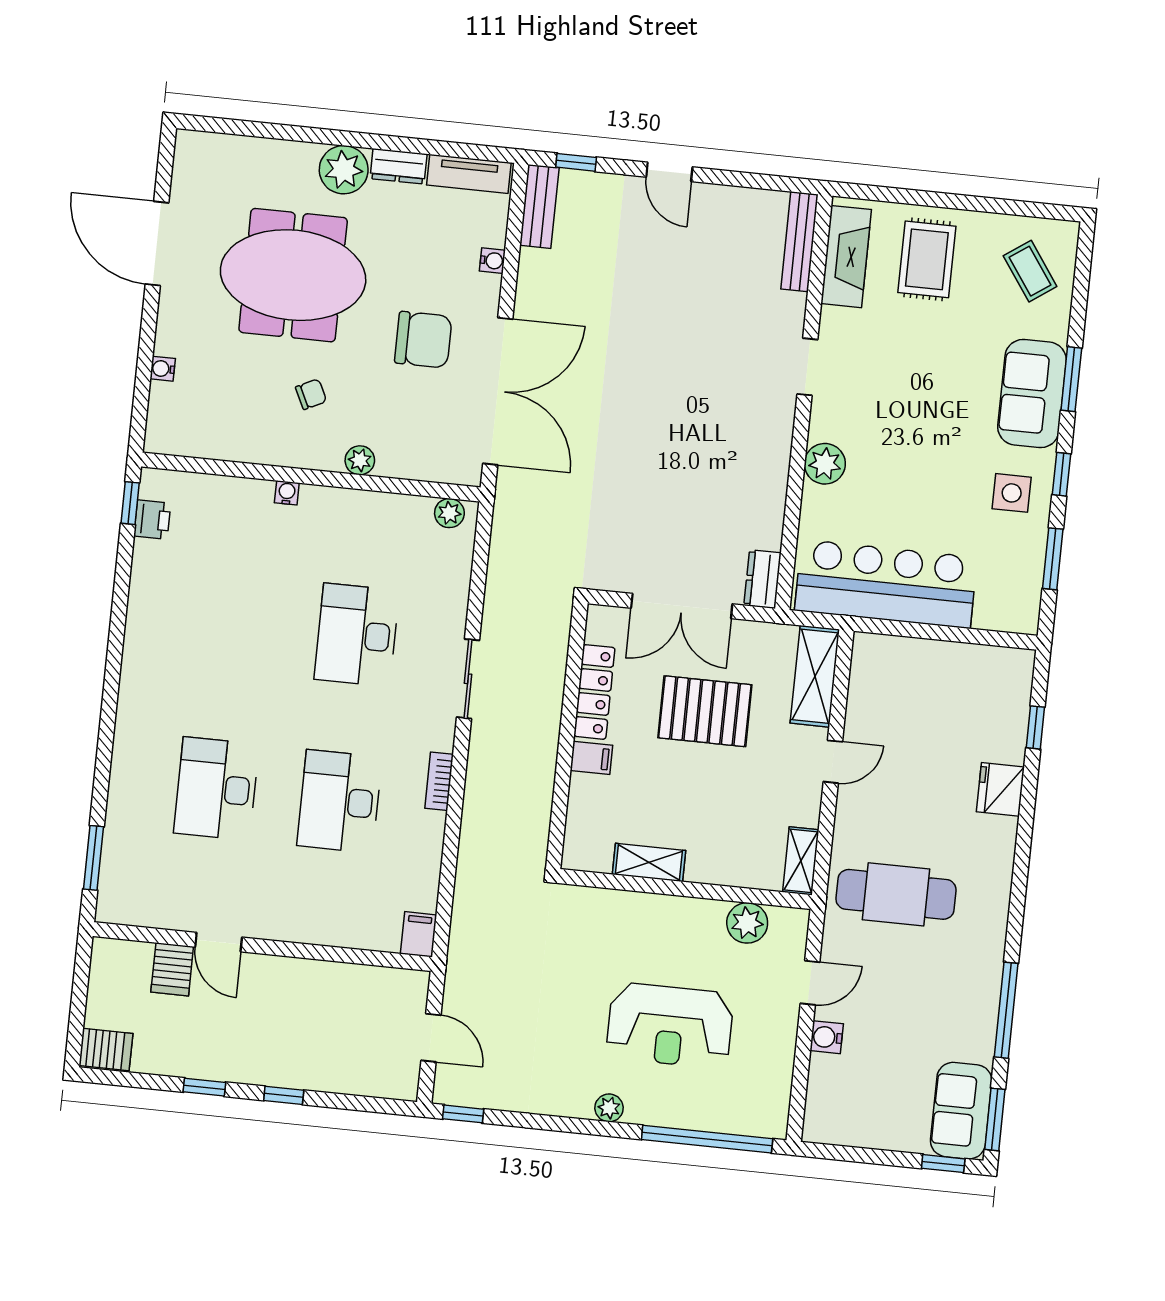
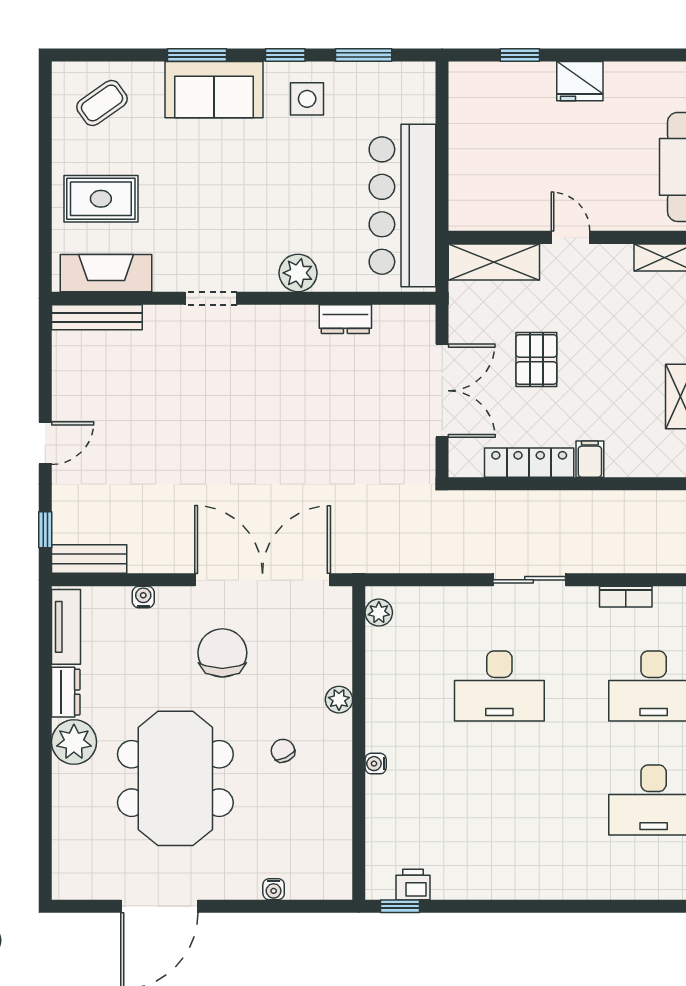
dresser: (763, 579) -> (345, 319), moved
pallet: (705, 711) -> (536, 359), width x0.67, depth x0.71

